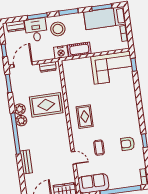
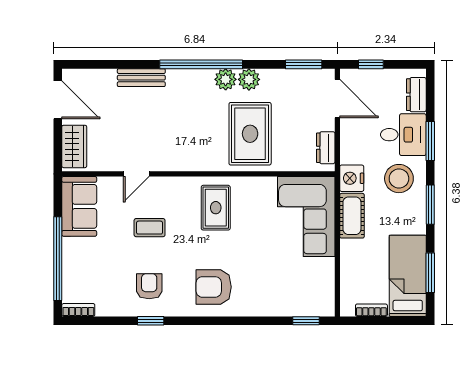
corner sofa: (112, 68) -> (306, 216), moved
armchair: (124, 112) -> (214, 287), added
rug: (85, 117) -> (216, 208), turned 90

